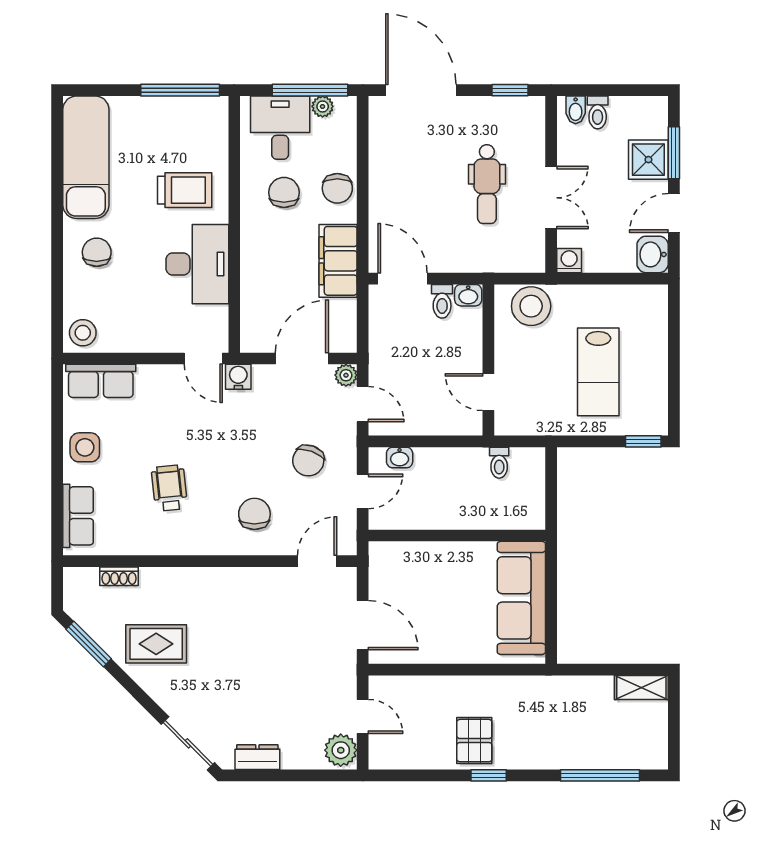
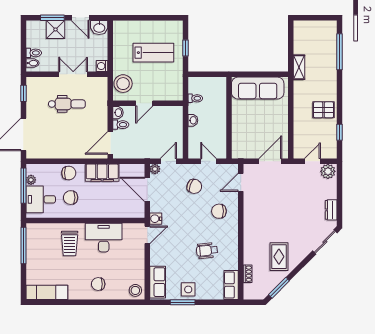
exam couch: (86, 157) -> (47, 292), width x0.73, depth x0.69
trolley: (185, 190) -> (70, 243), turned 180
door: (488, 392) -> (144, 103), moved
window: (57, 435) -> (183, 302), added
window: (643, 441) -> (185, 48), moved
washbasin: (400, 457) -> (193, 120), moved
row of seats: (78, 516) -> (231, 285), moved, turned -90
door: (317, 561) -> (241, 182), hinge flipped
shelving: (641, 687) -> (299, 67), moved
window: (489, 775) -> (340, 132), moved

